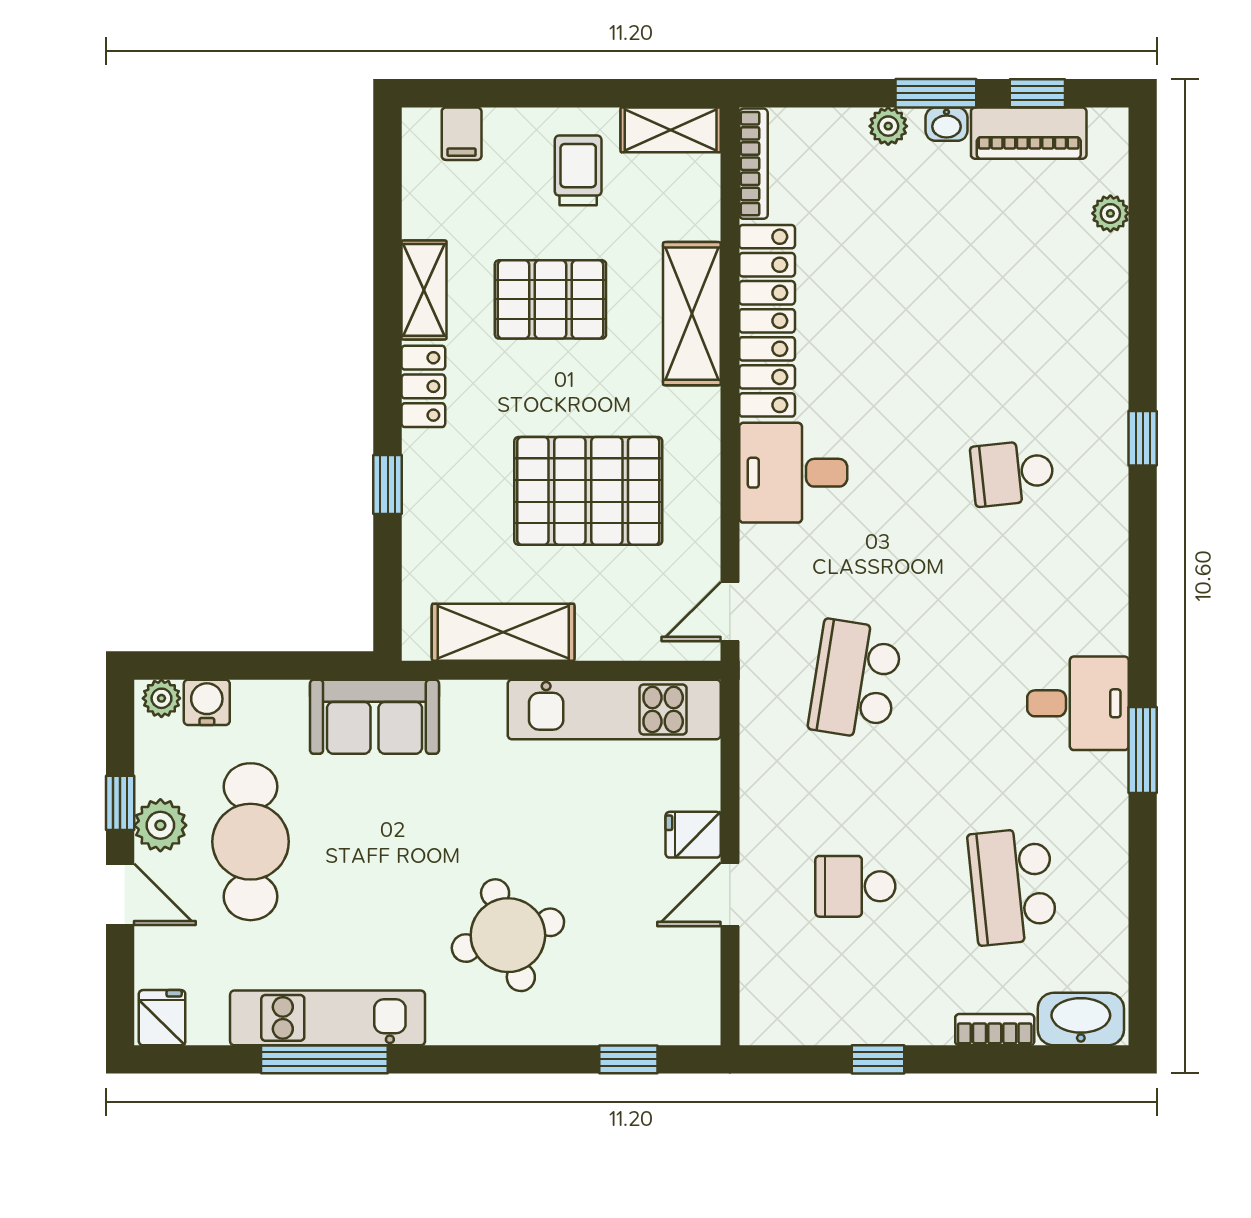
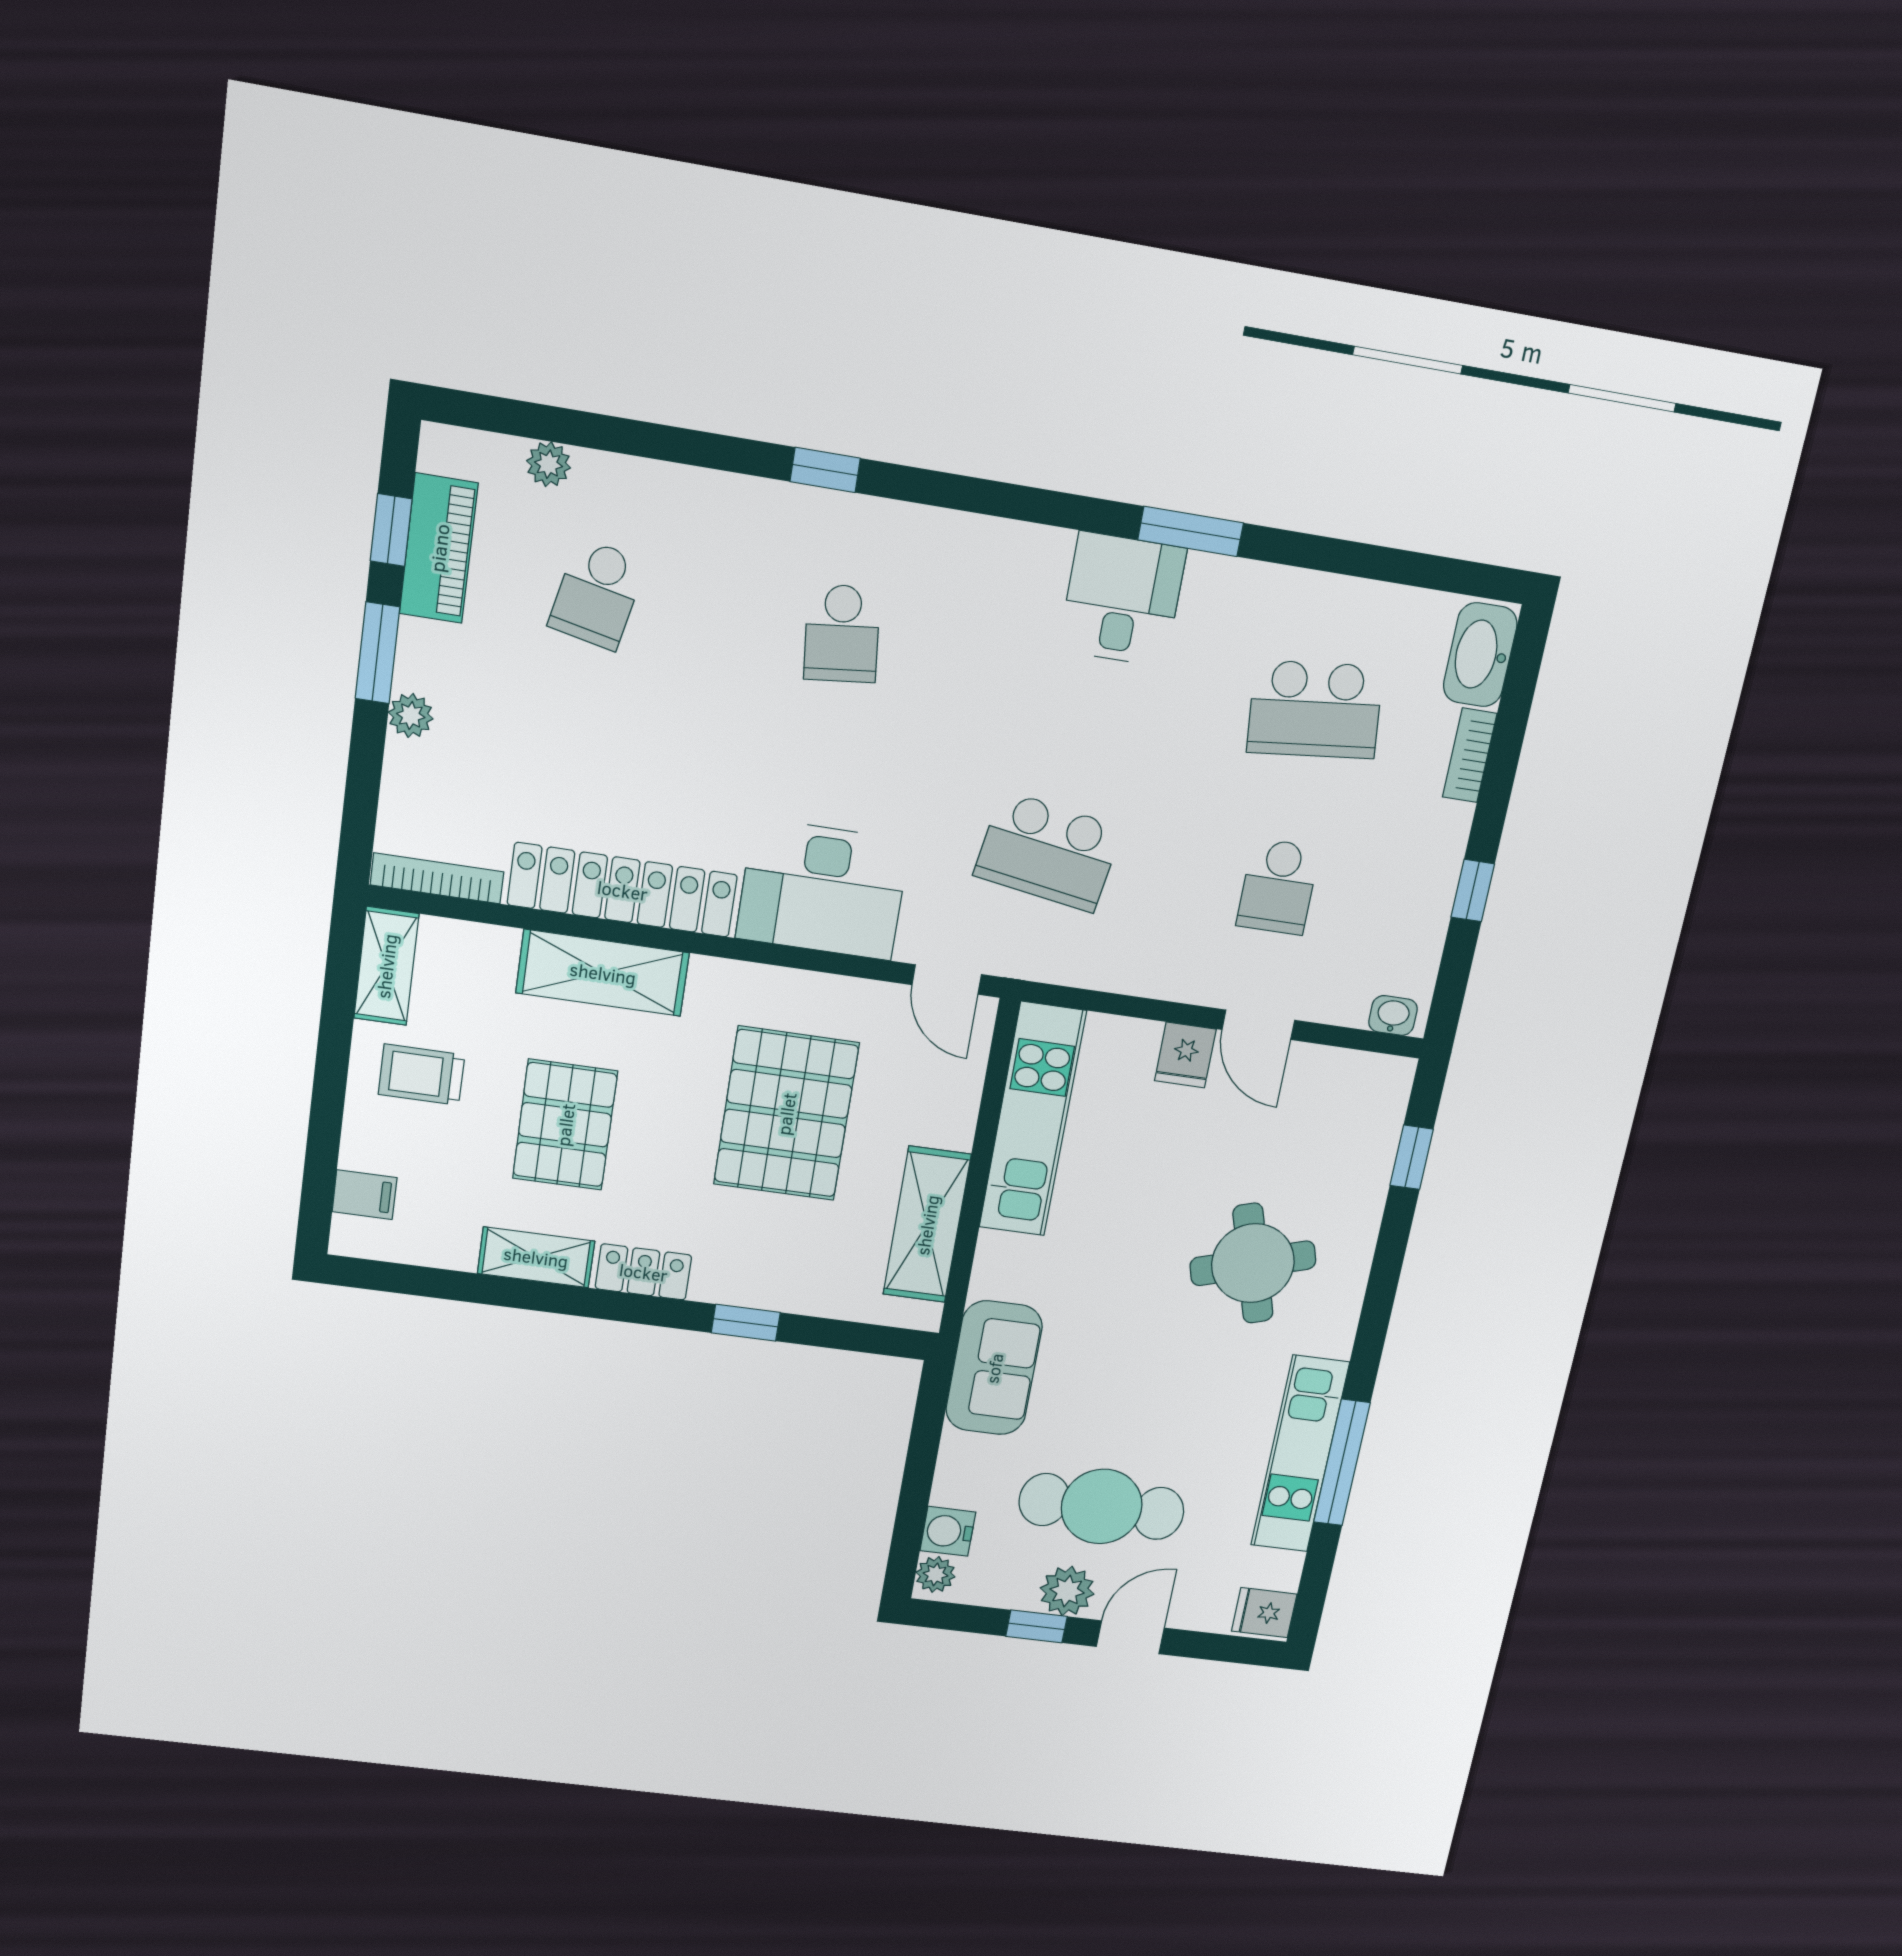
washbasin: (946, 124) -> (1393, 1015), moved, turned -90
school desk: (1012, 266) -> (597, 594), added
desk: (793, 473) -> (823, 889), width x1.37

